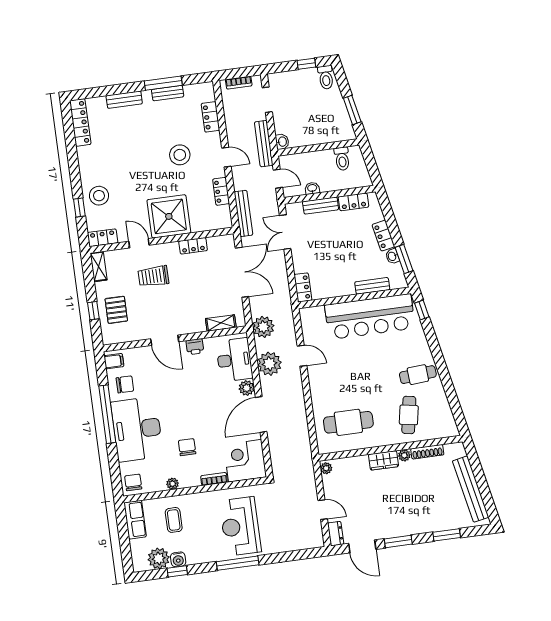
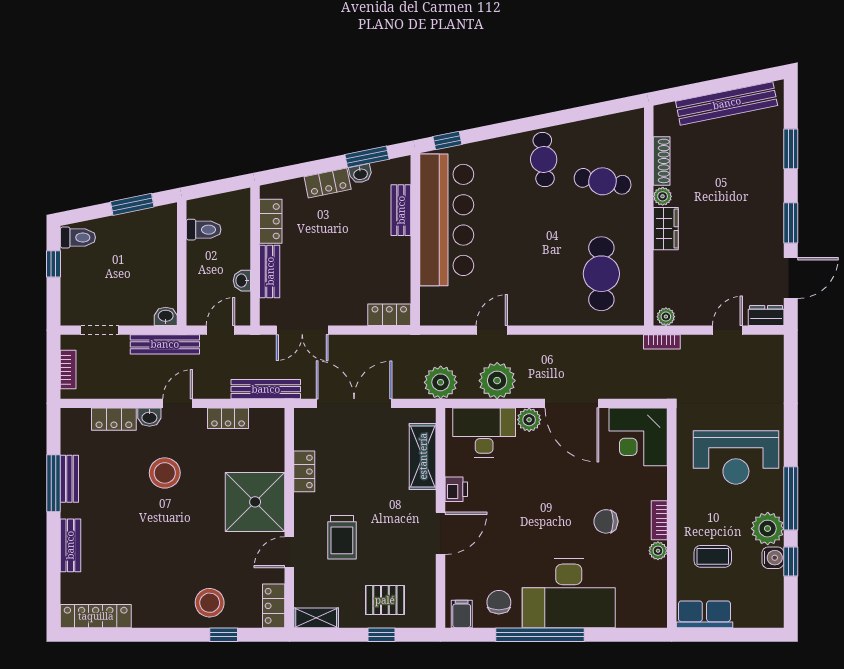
washbasin: (215, 140) -> (149, 417), added
shelving: (221, 323) -> (423, 456), width x1.50, depth x1.33
bookcase: (309, 468) -> (662, 342), added
bookcase: (214, 479) -> (659, 520), moved
chair: (133, 482) -> (648, 610), removed
plant: (159, 558) -> (768, 529), moved
window: (238, 563) -> (791, 498), moved

